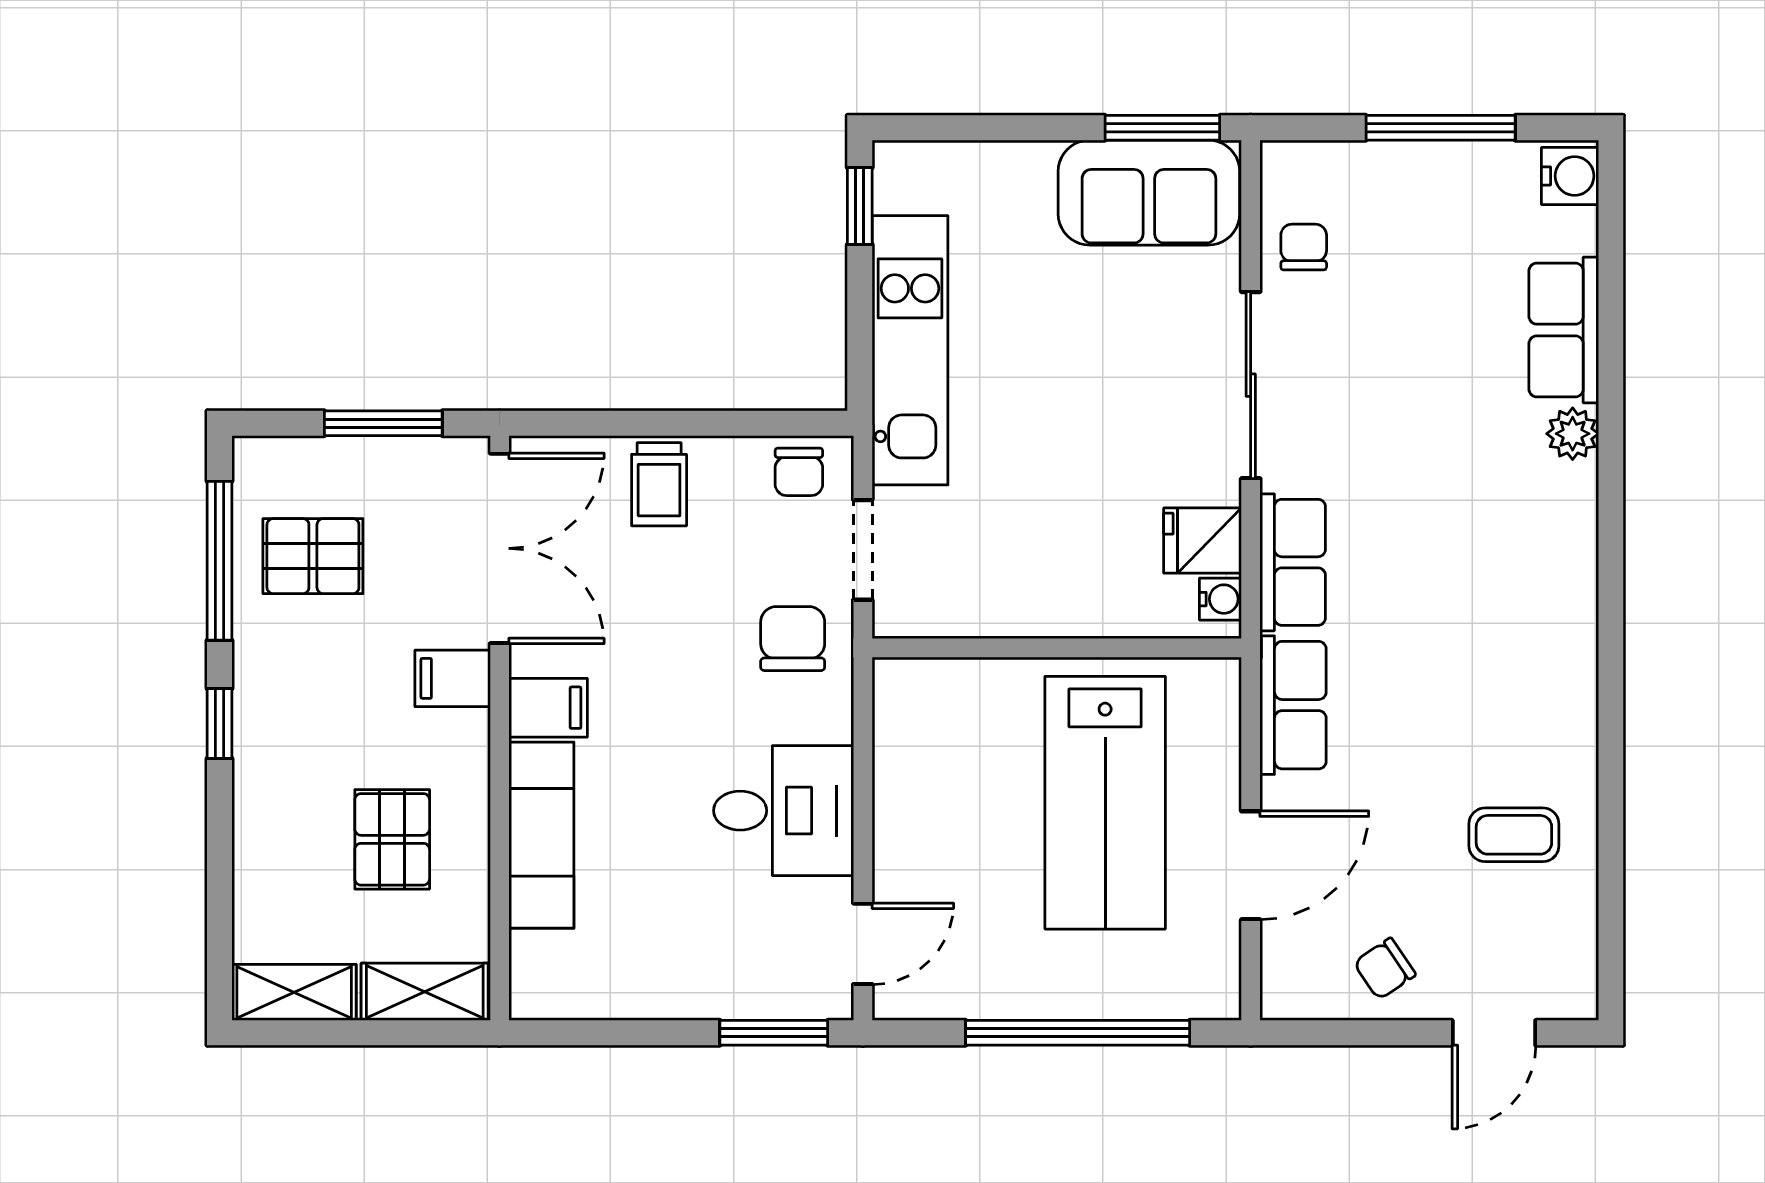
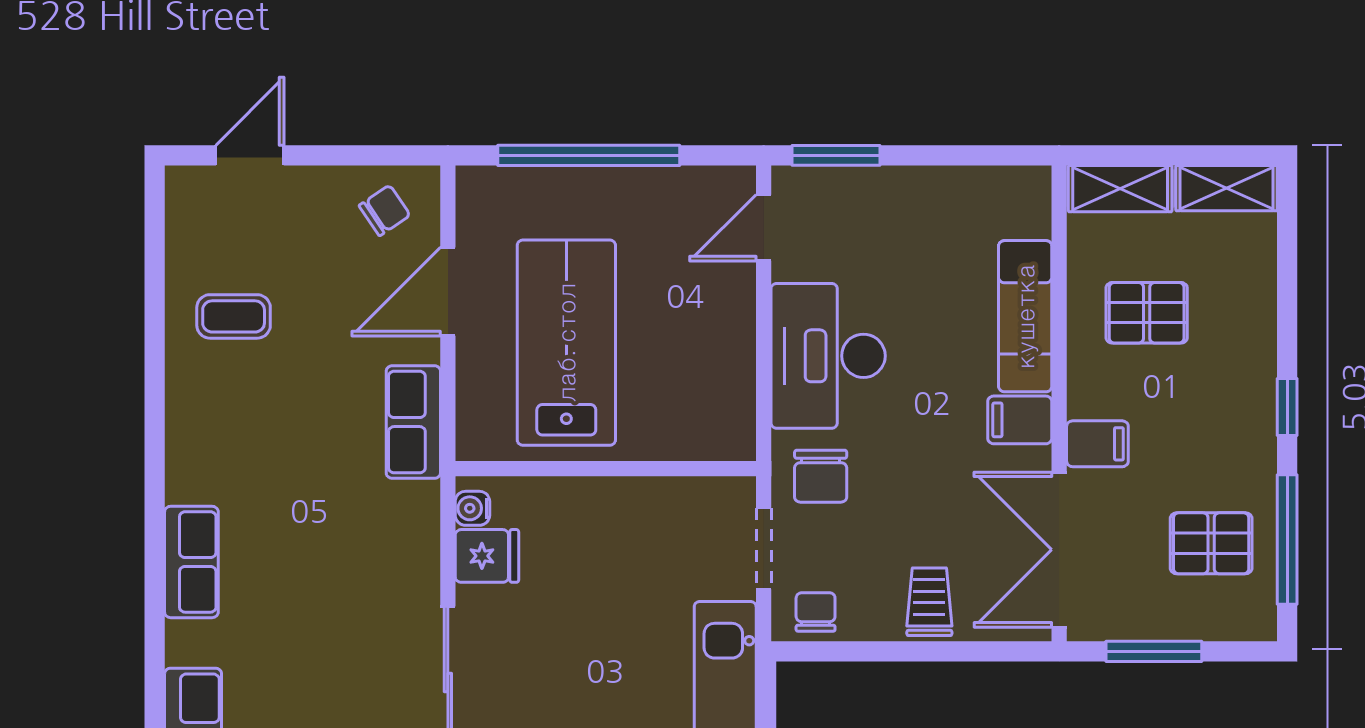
plant: (1573, 434) -> (186, 643), removed
row of seats: (1293, 562) -> (191, 562), moved, turned 180
desk: (784, 811) -> (828, 356), width x1.37
pallet: (392, 839) -> (1147, 313), turned 90
chair: (1385, 969) -> (385, 210), moved

